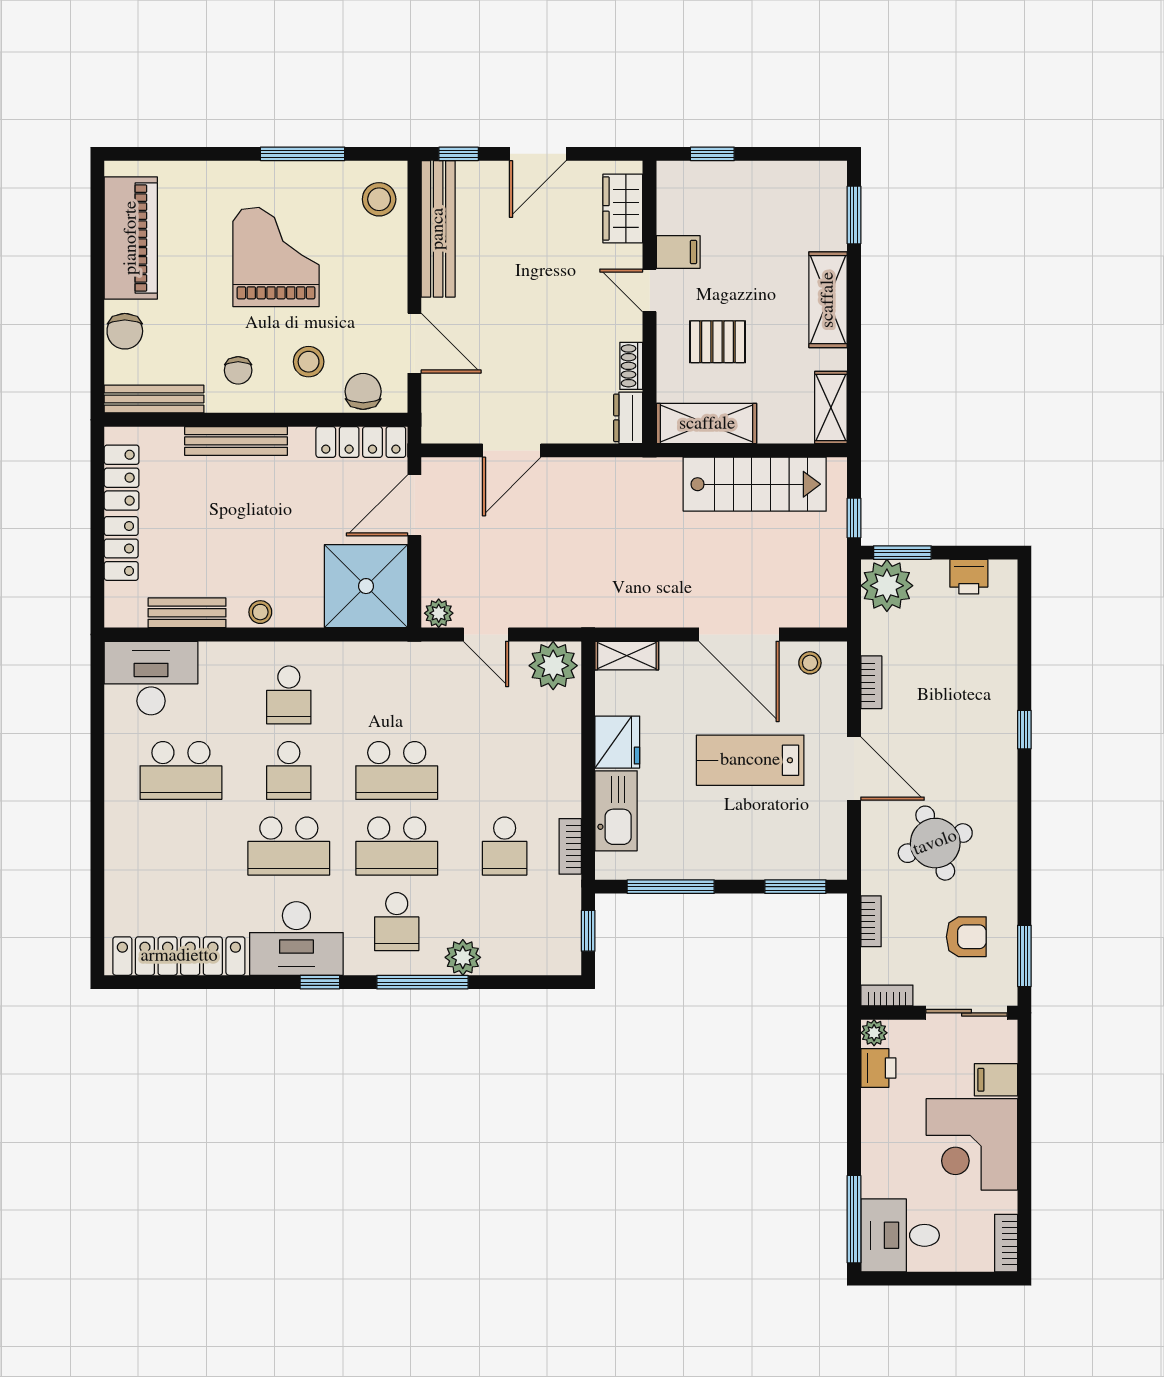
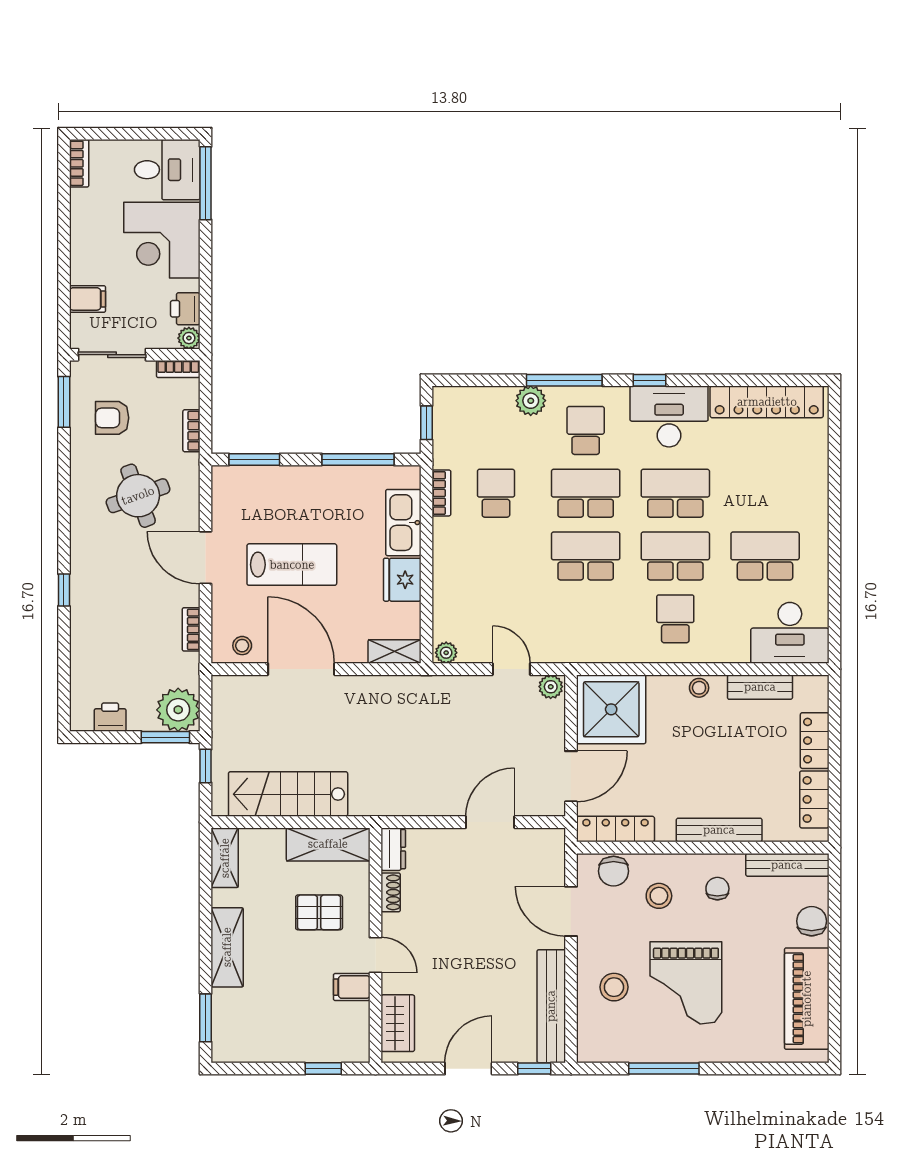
stool: (379, 199) -> (614, 987), moved
plant: (553, 666) -> (446, 653), width x0.53, depth x0.53
school desk: (289, 770) -> (675, 556), width x1.85
corner desk: (972, 1144) -> (162, 240), moved, turned 180

